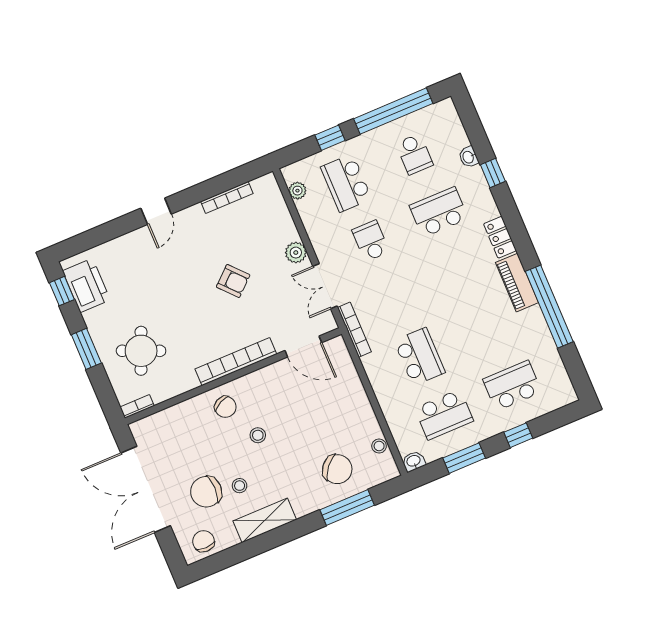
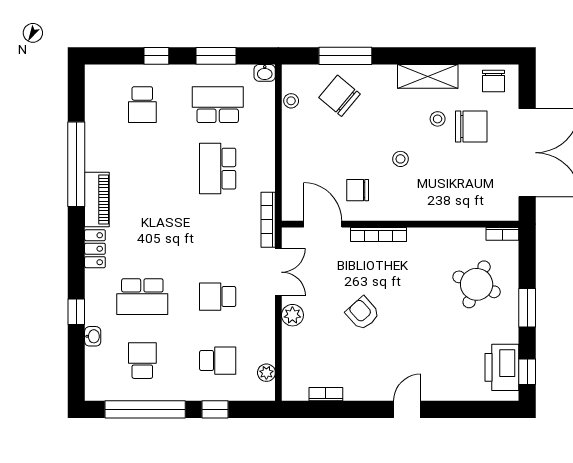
school desk: (346, 183) -> (218, 361), width x0.54
bookcase: (227, 197) -> (326, 394), width x0.64
school desk: (371, 241) -> (218, 297), turned 90
bookcase: (236, 362) -> (378, 234), width x0.68, depth x0.76
school desk: (512, 386) -> (142, 105), width x0.54
chair: (225, 407) -> (358, 190), moved, turned -64

